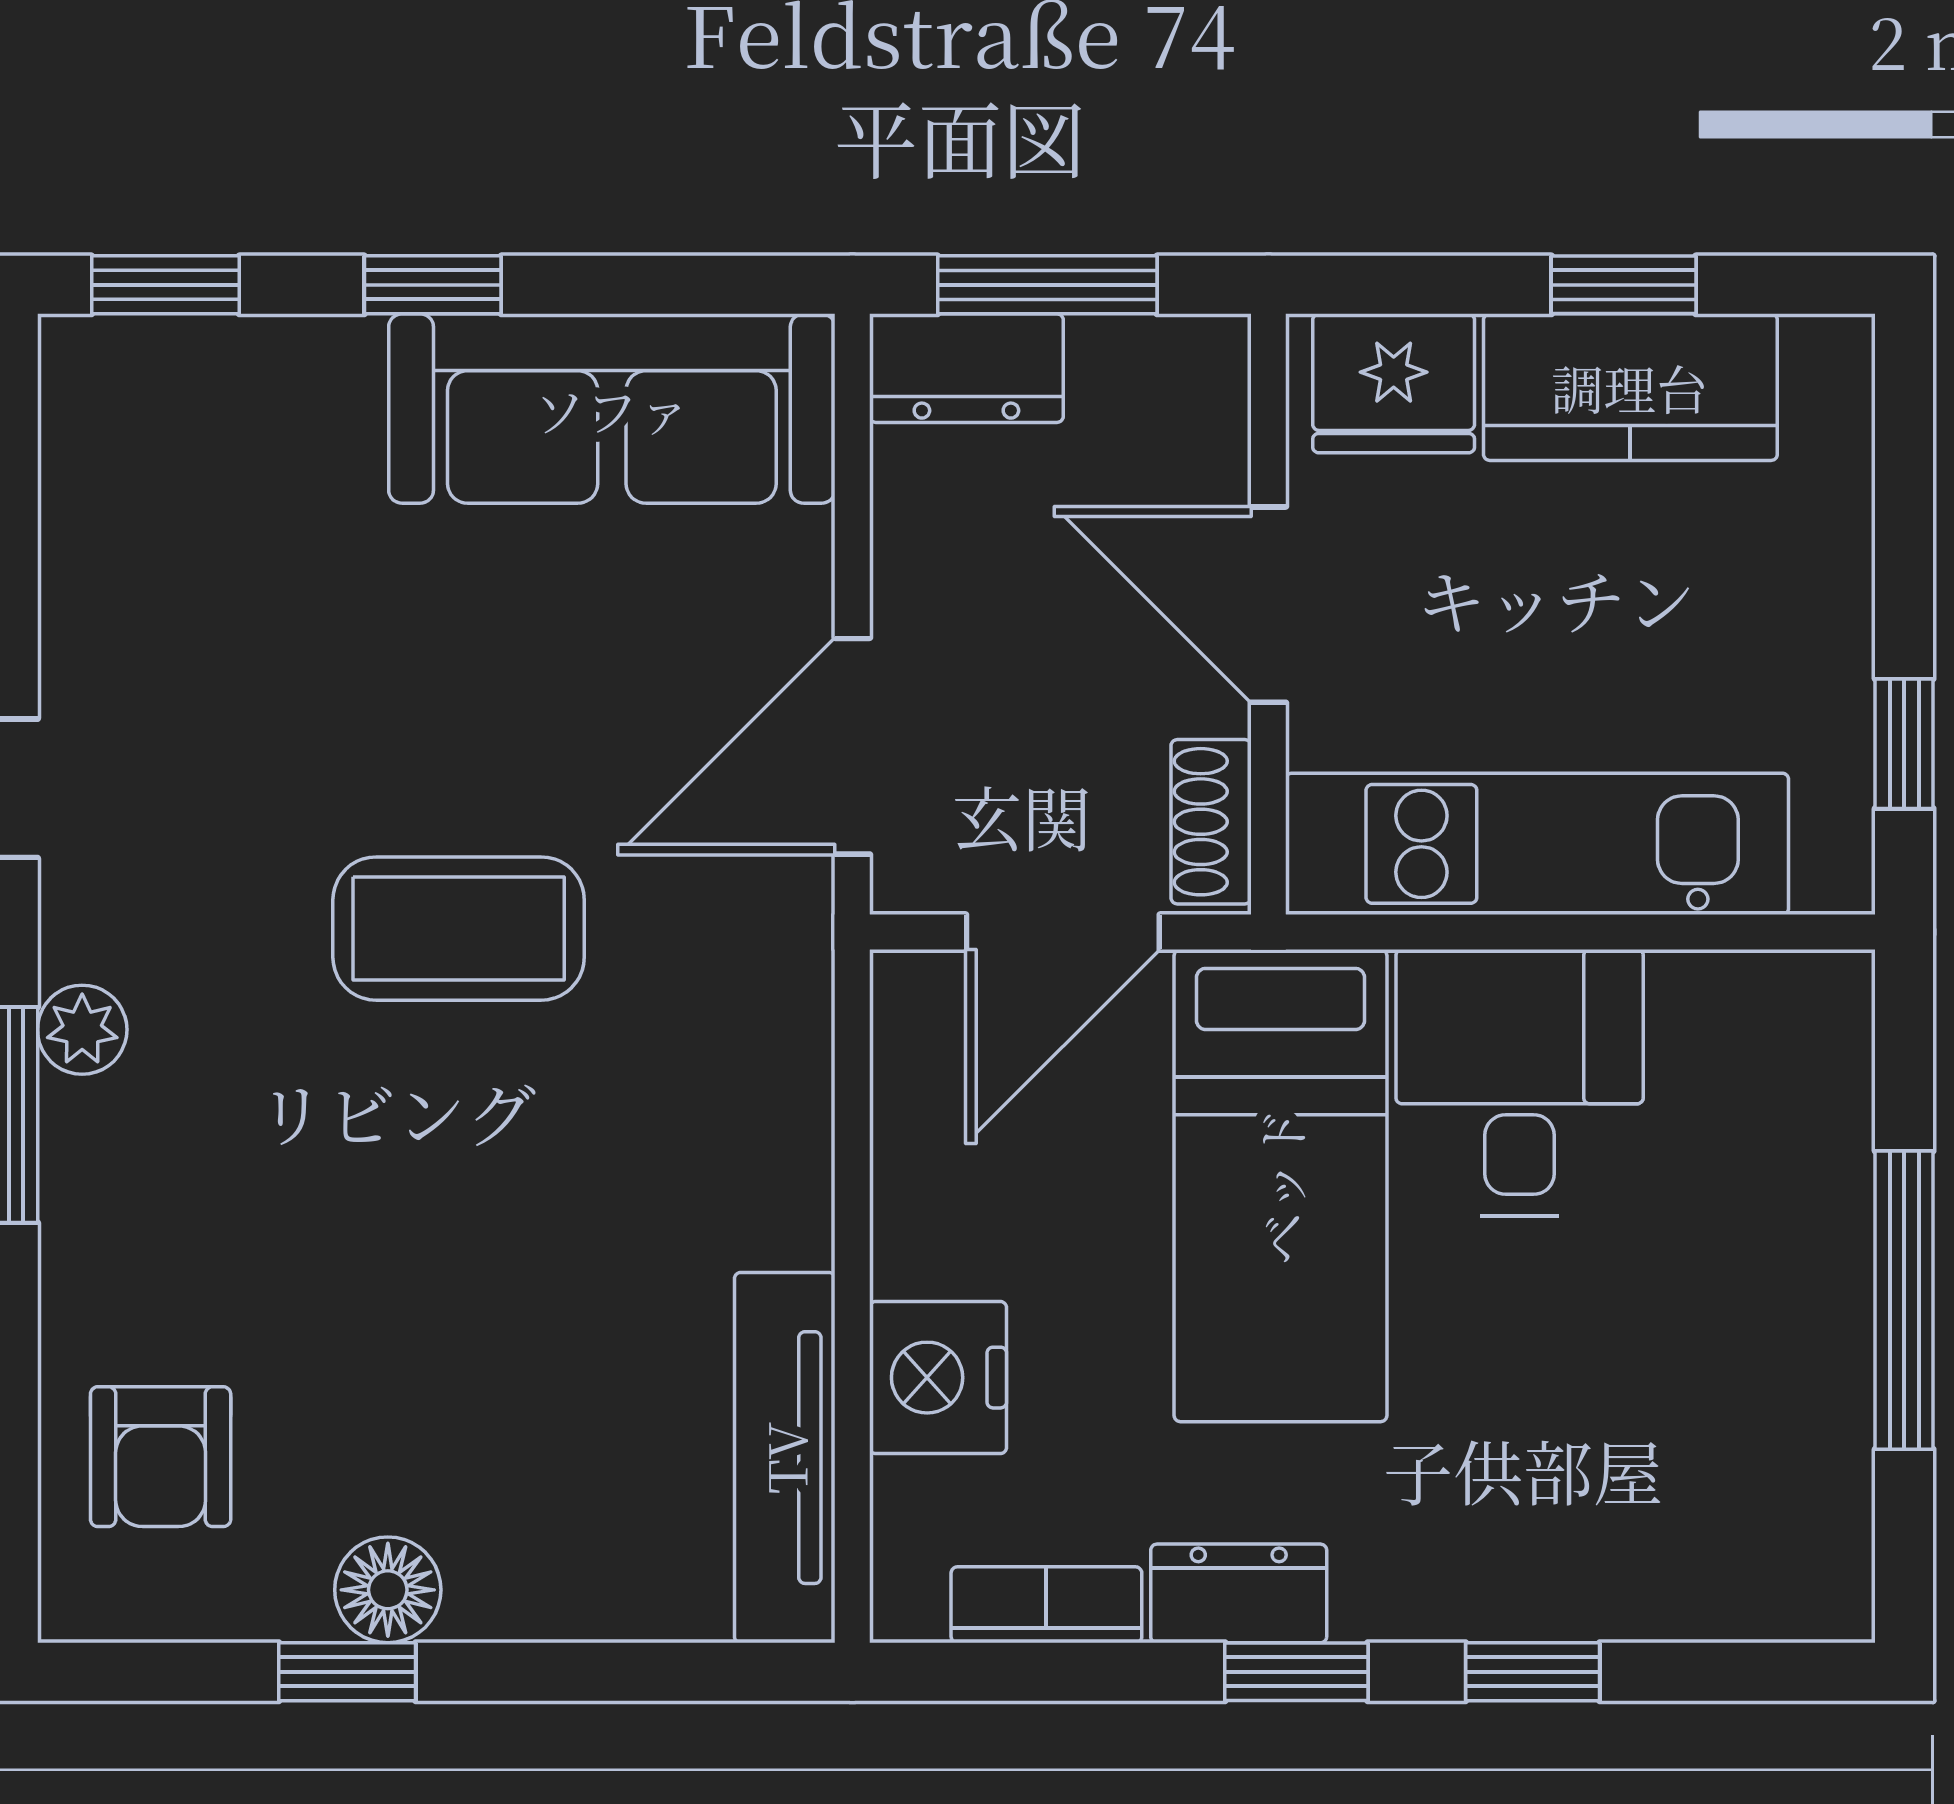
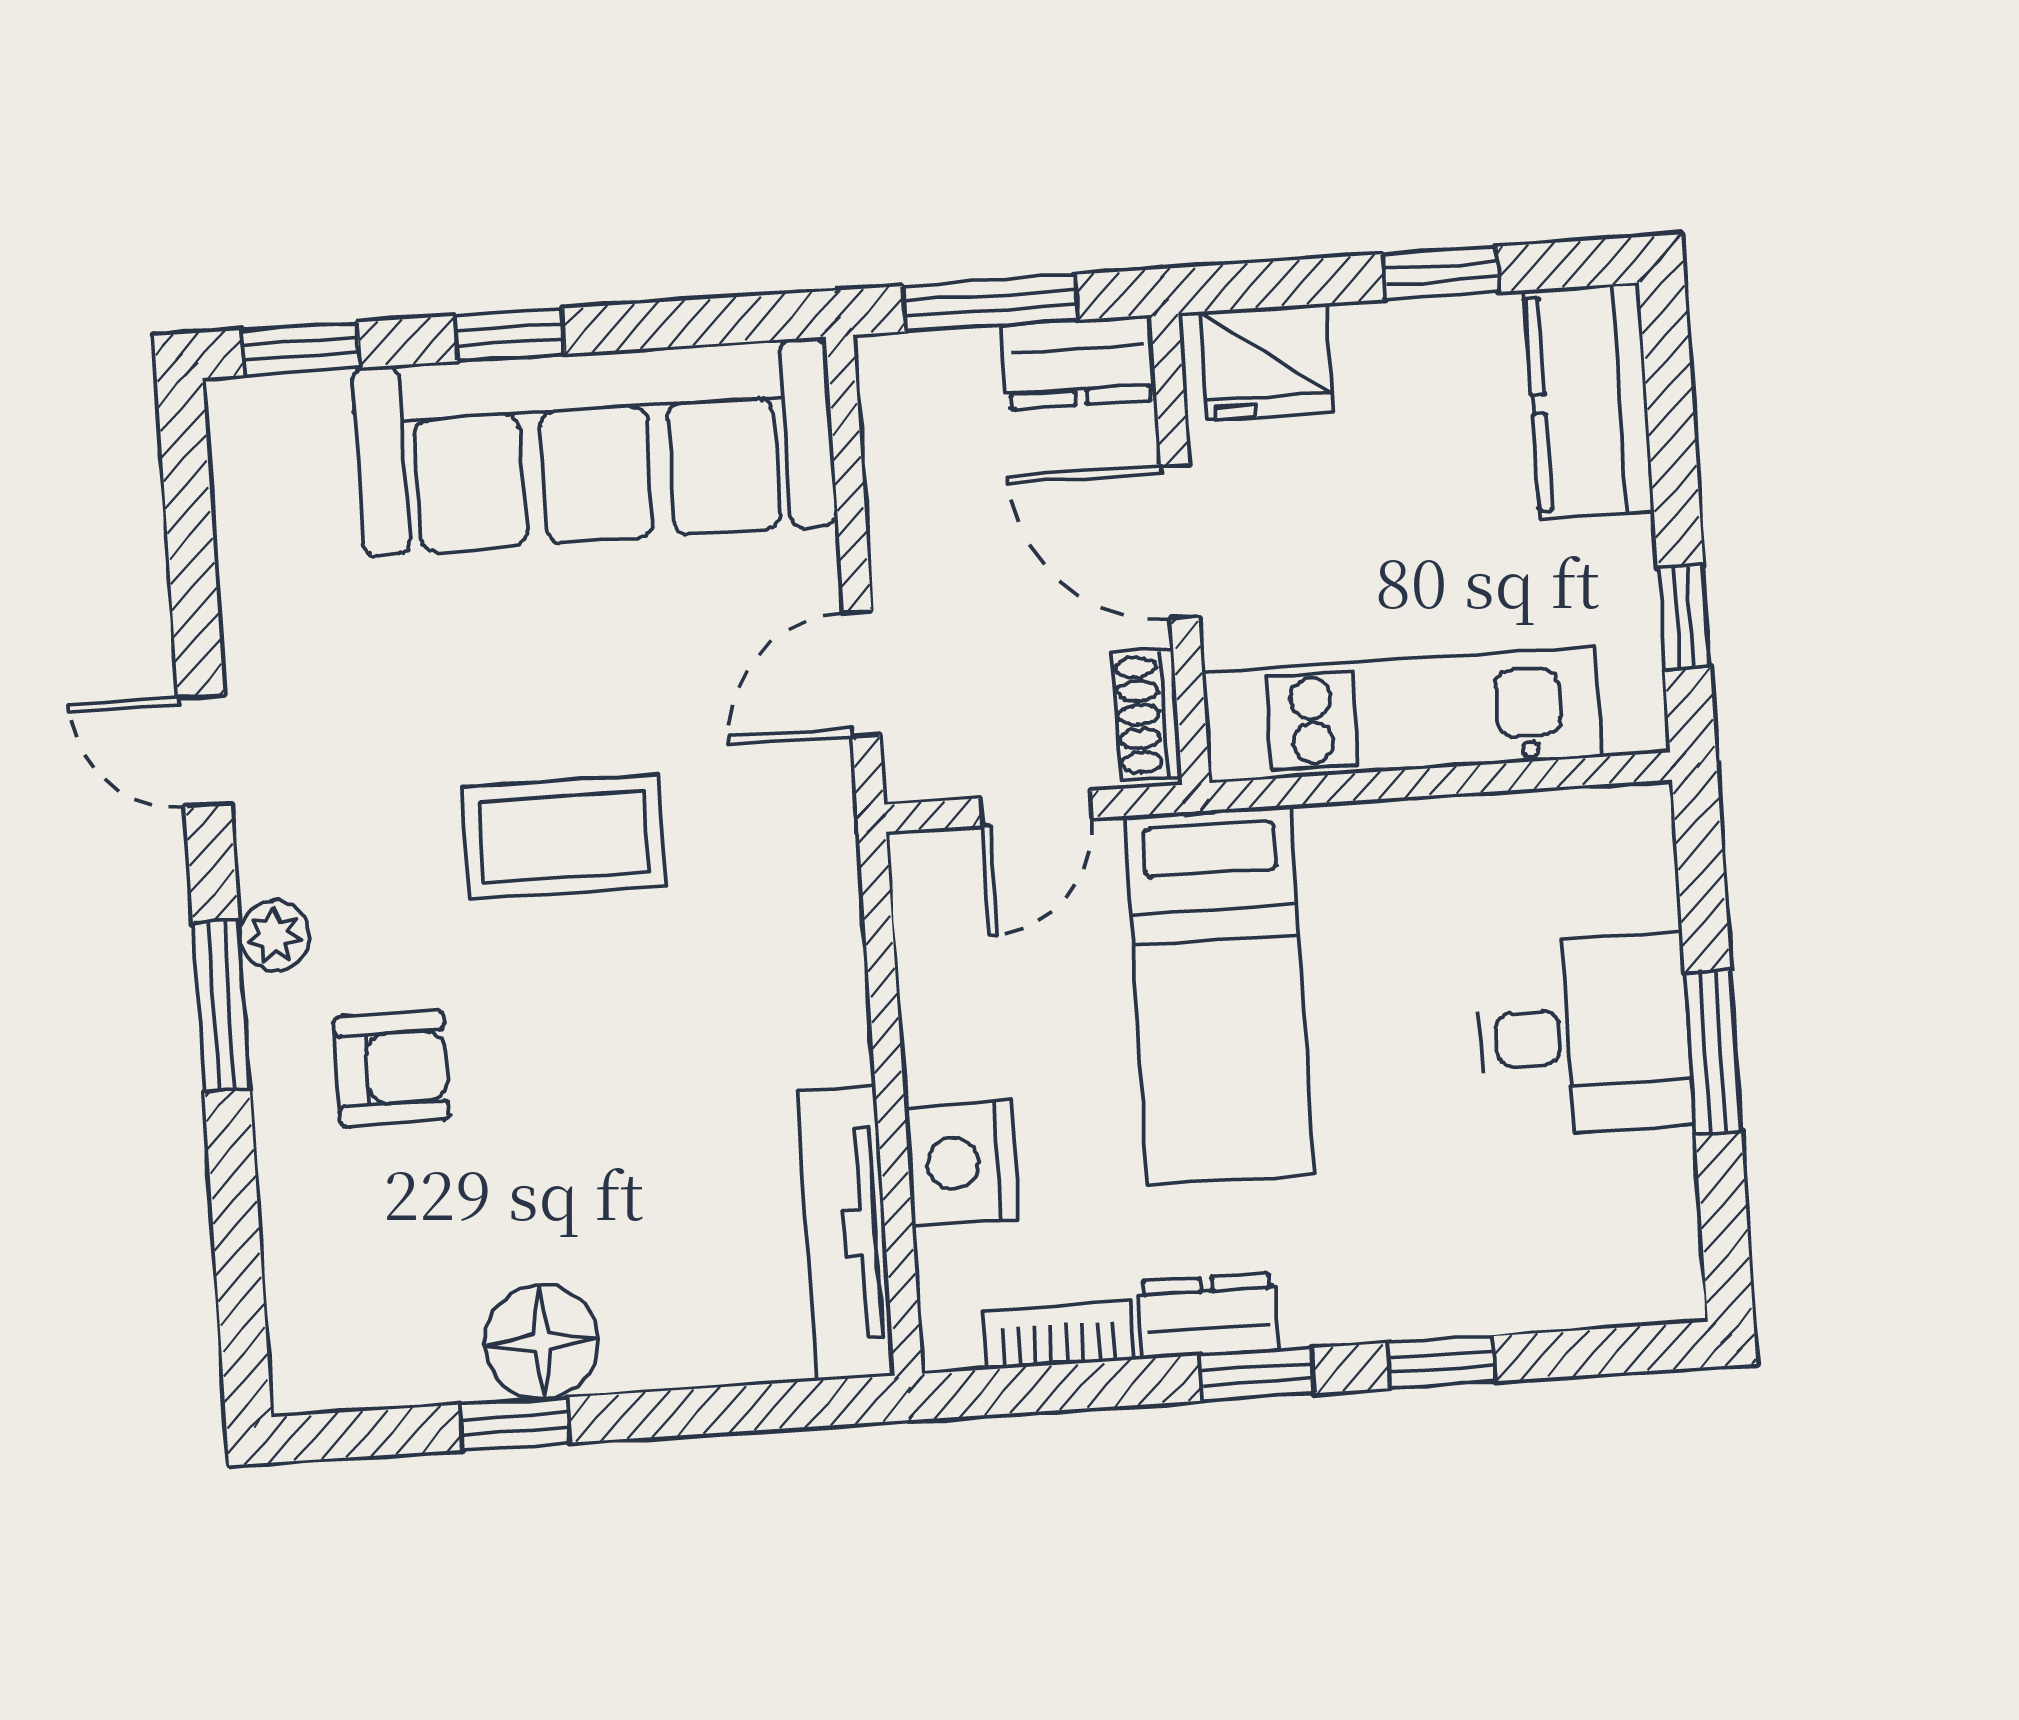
dresser: (966, 368) -> (1078, 363), moved
kitchen counter: (1630, 387) -> (1589, 401), moved, turned 90
sofa: (612, 409) -> (595, 447), width x1.36, depth x1.27
door: (852, 746) -> (862, 674), width x0.73
door: (1063, 932) -> (1036, 808), width x0.73
desk: (1520, 1083) -> (1584, 1035), moved, turned 90
window: (1904, 1300) -> (1713, 1052), width x0.69
armchair: (161, 1457) -> (392, 1068), moved, turned -90
floor lamp: (388, 1590) -> (541, 1342), width x1.38, depth x1.38

